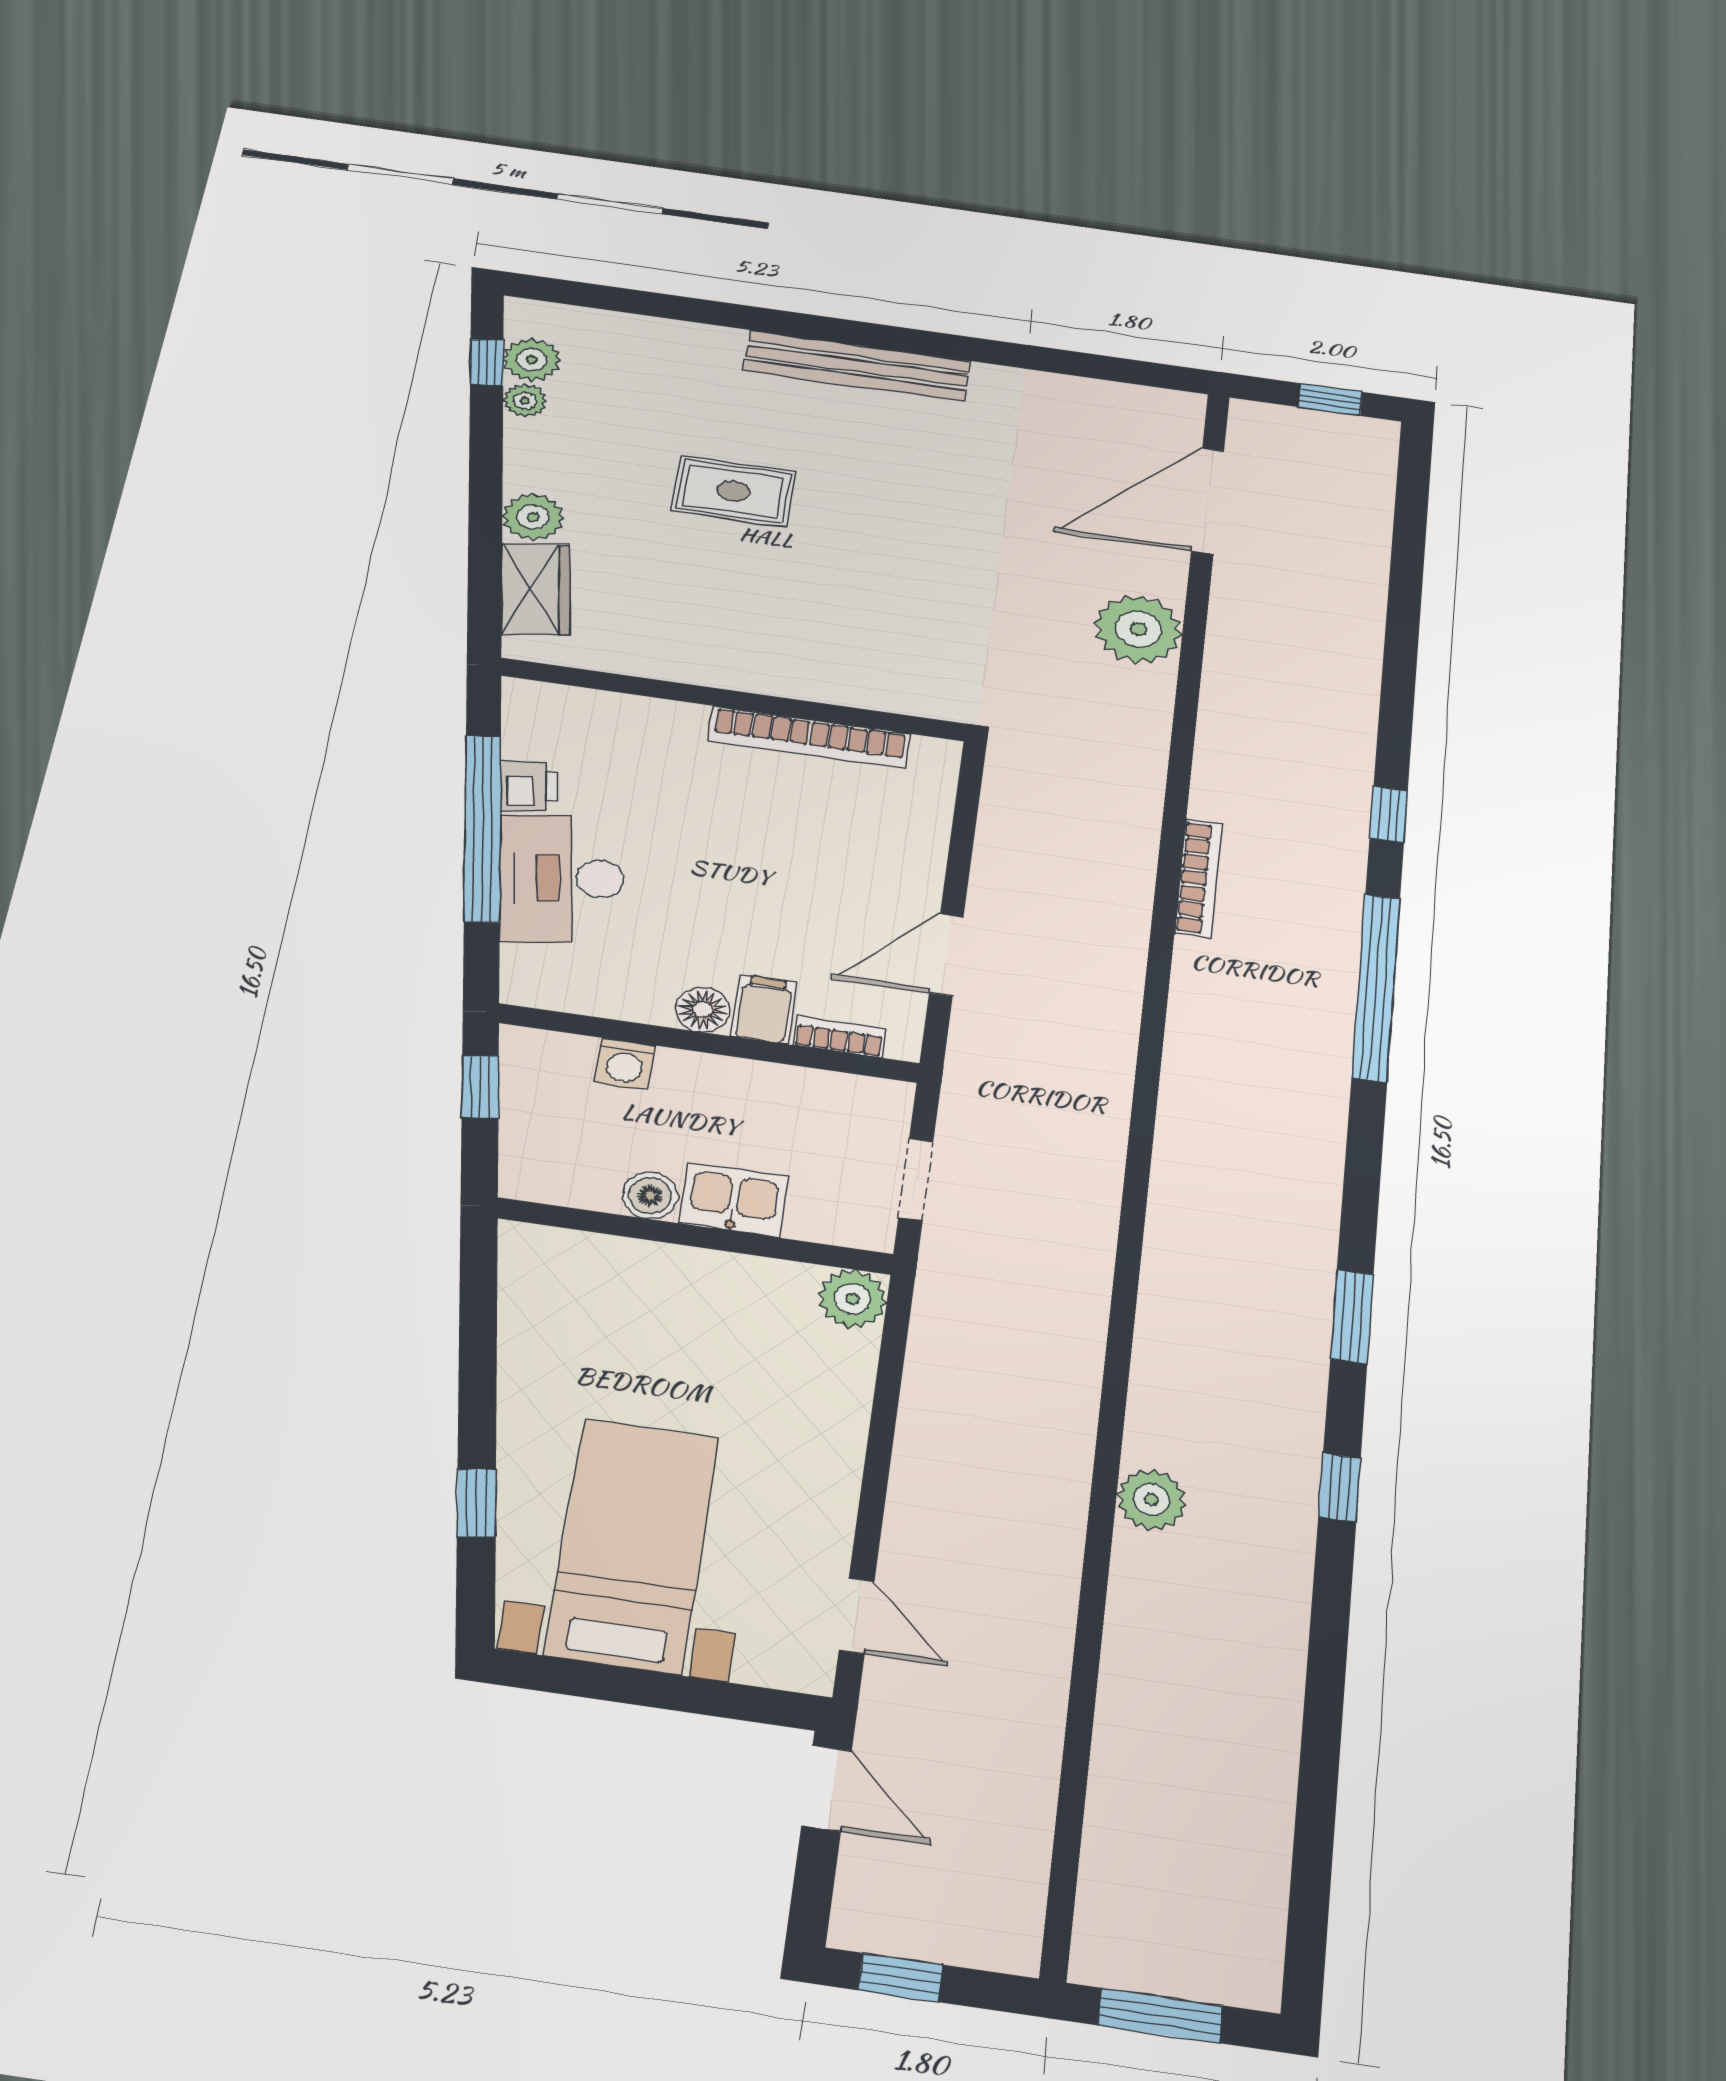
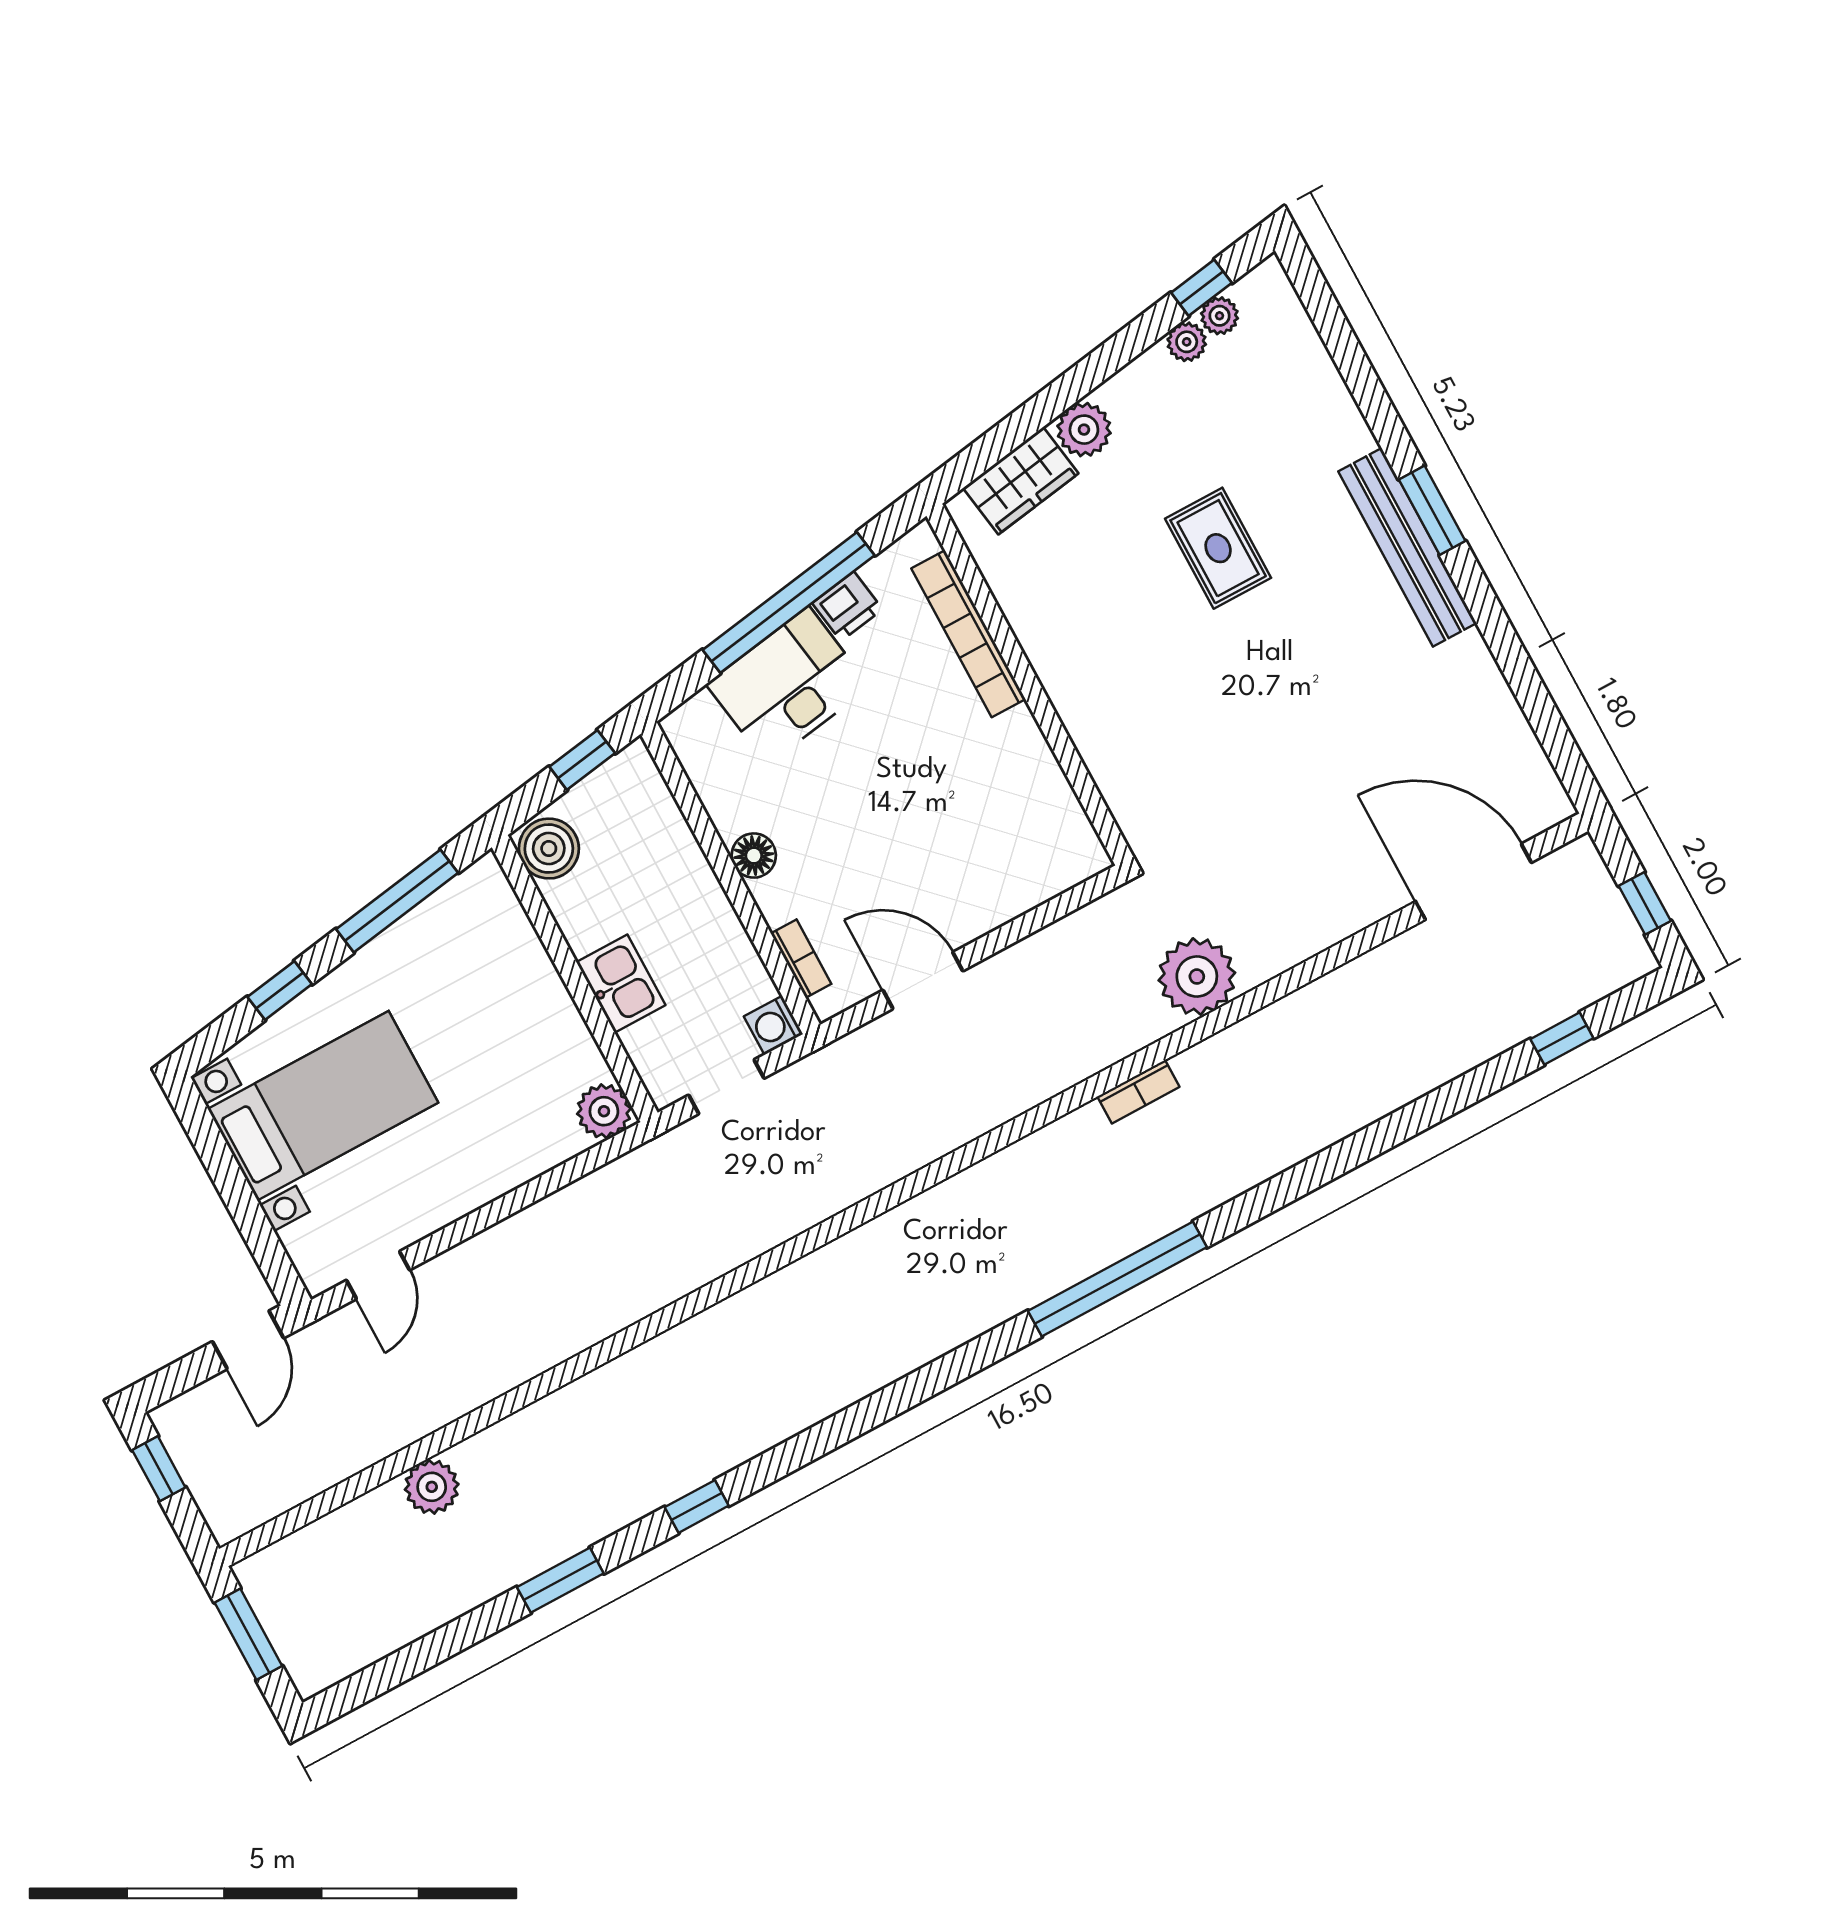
window: (839, 330) -> (1432, 510), added
plant: (532, 360) -> (1220, 316), width x0.73, depth x0.73
plant: (1138, 629) -> (1197, 977), moved
bookcase: (809, 737) -> (968, 634), moved
window: (1389, 814) -> (1562, 1039), moved
bookcase: (1198, 878) -> (1138, 1092), width x0.64
filing cabinet: (764, 1009) -> (785, 895), removed
washing machine: (625, 1064) -> (773, 1025), moved
boiler: (650, 1195) -> (549, 849), moved, width x1.36, depth x1.36
window: (1352, 1316) -> (560, 1580), moved
window: (478, 1336) -> (397, 901), added
plant: (1151, 1500) -> (432, 1487), moved

